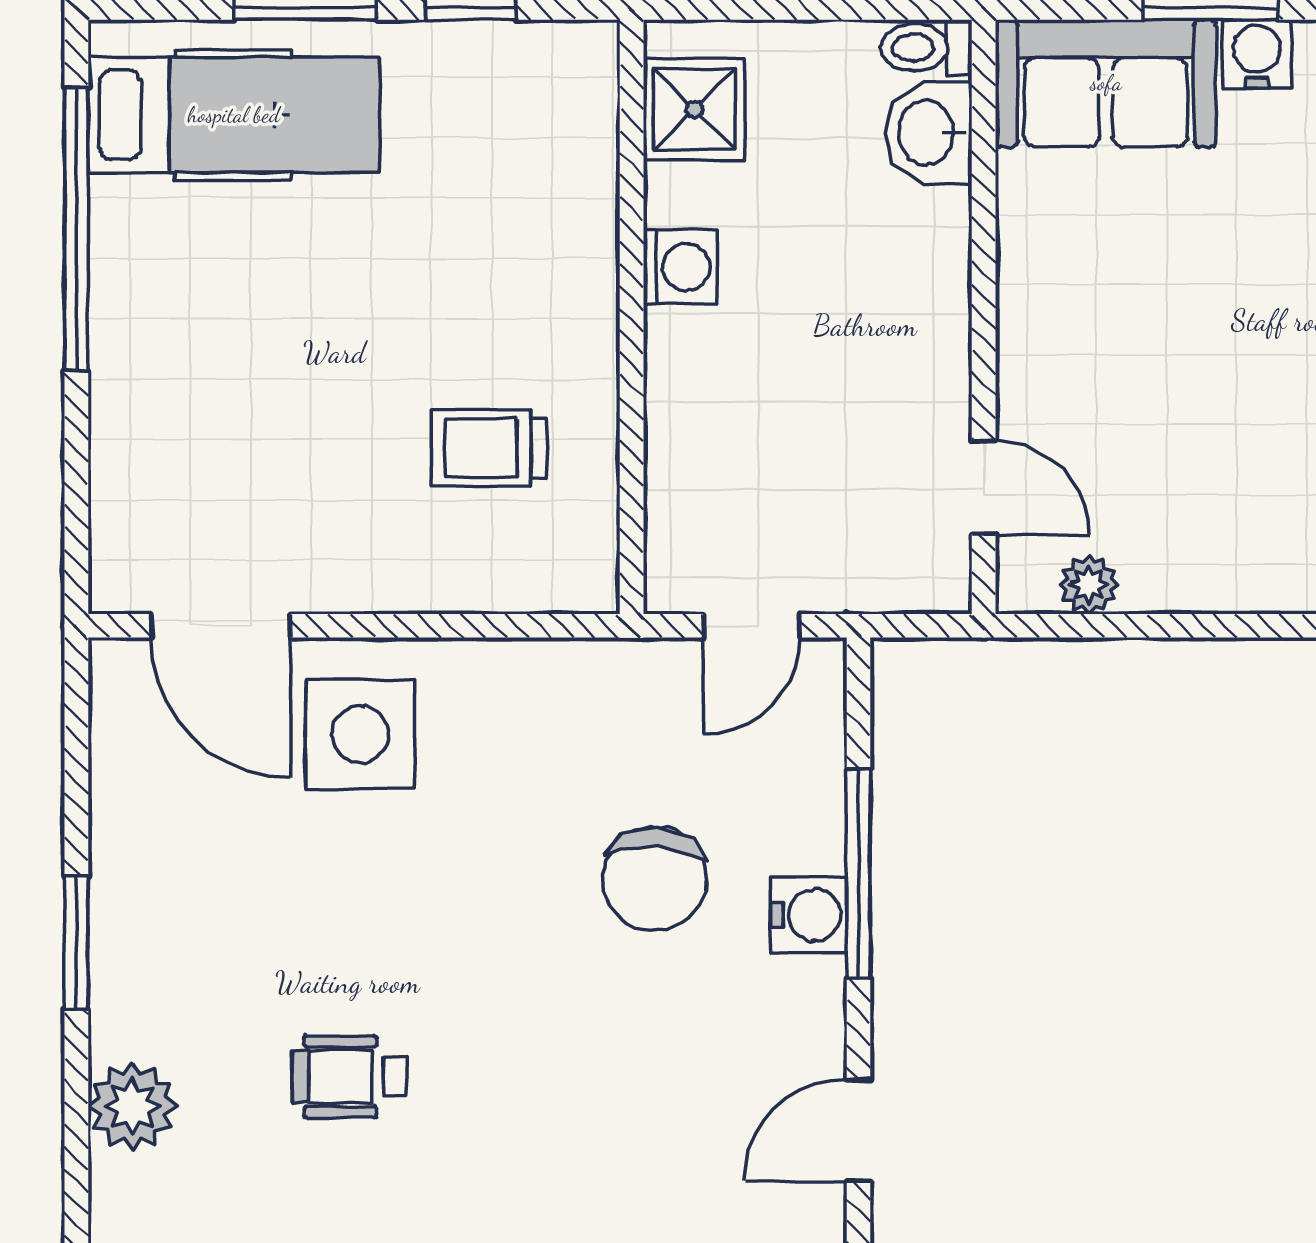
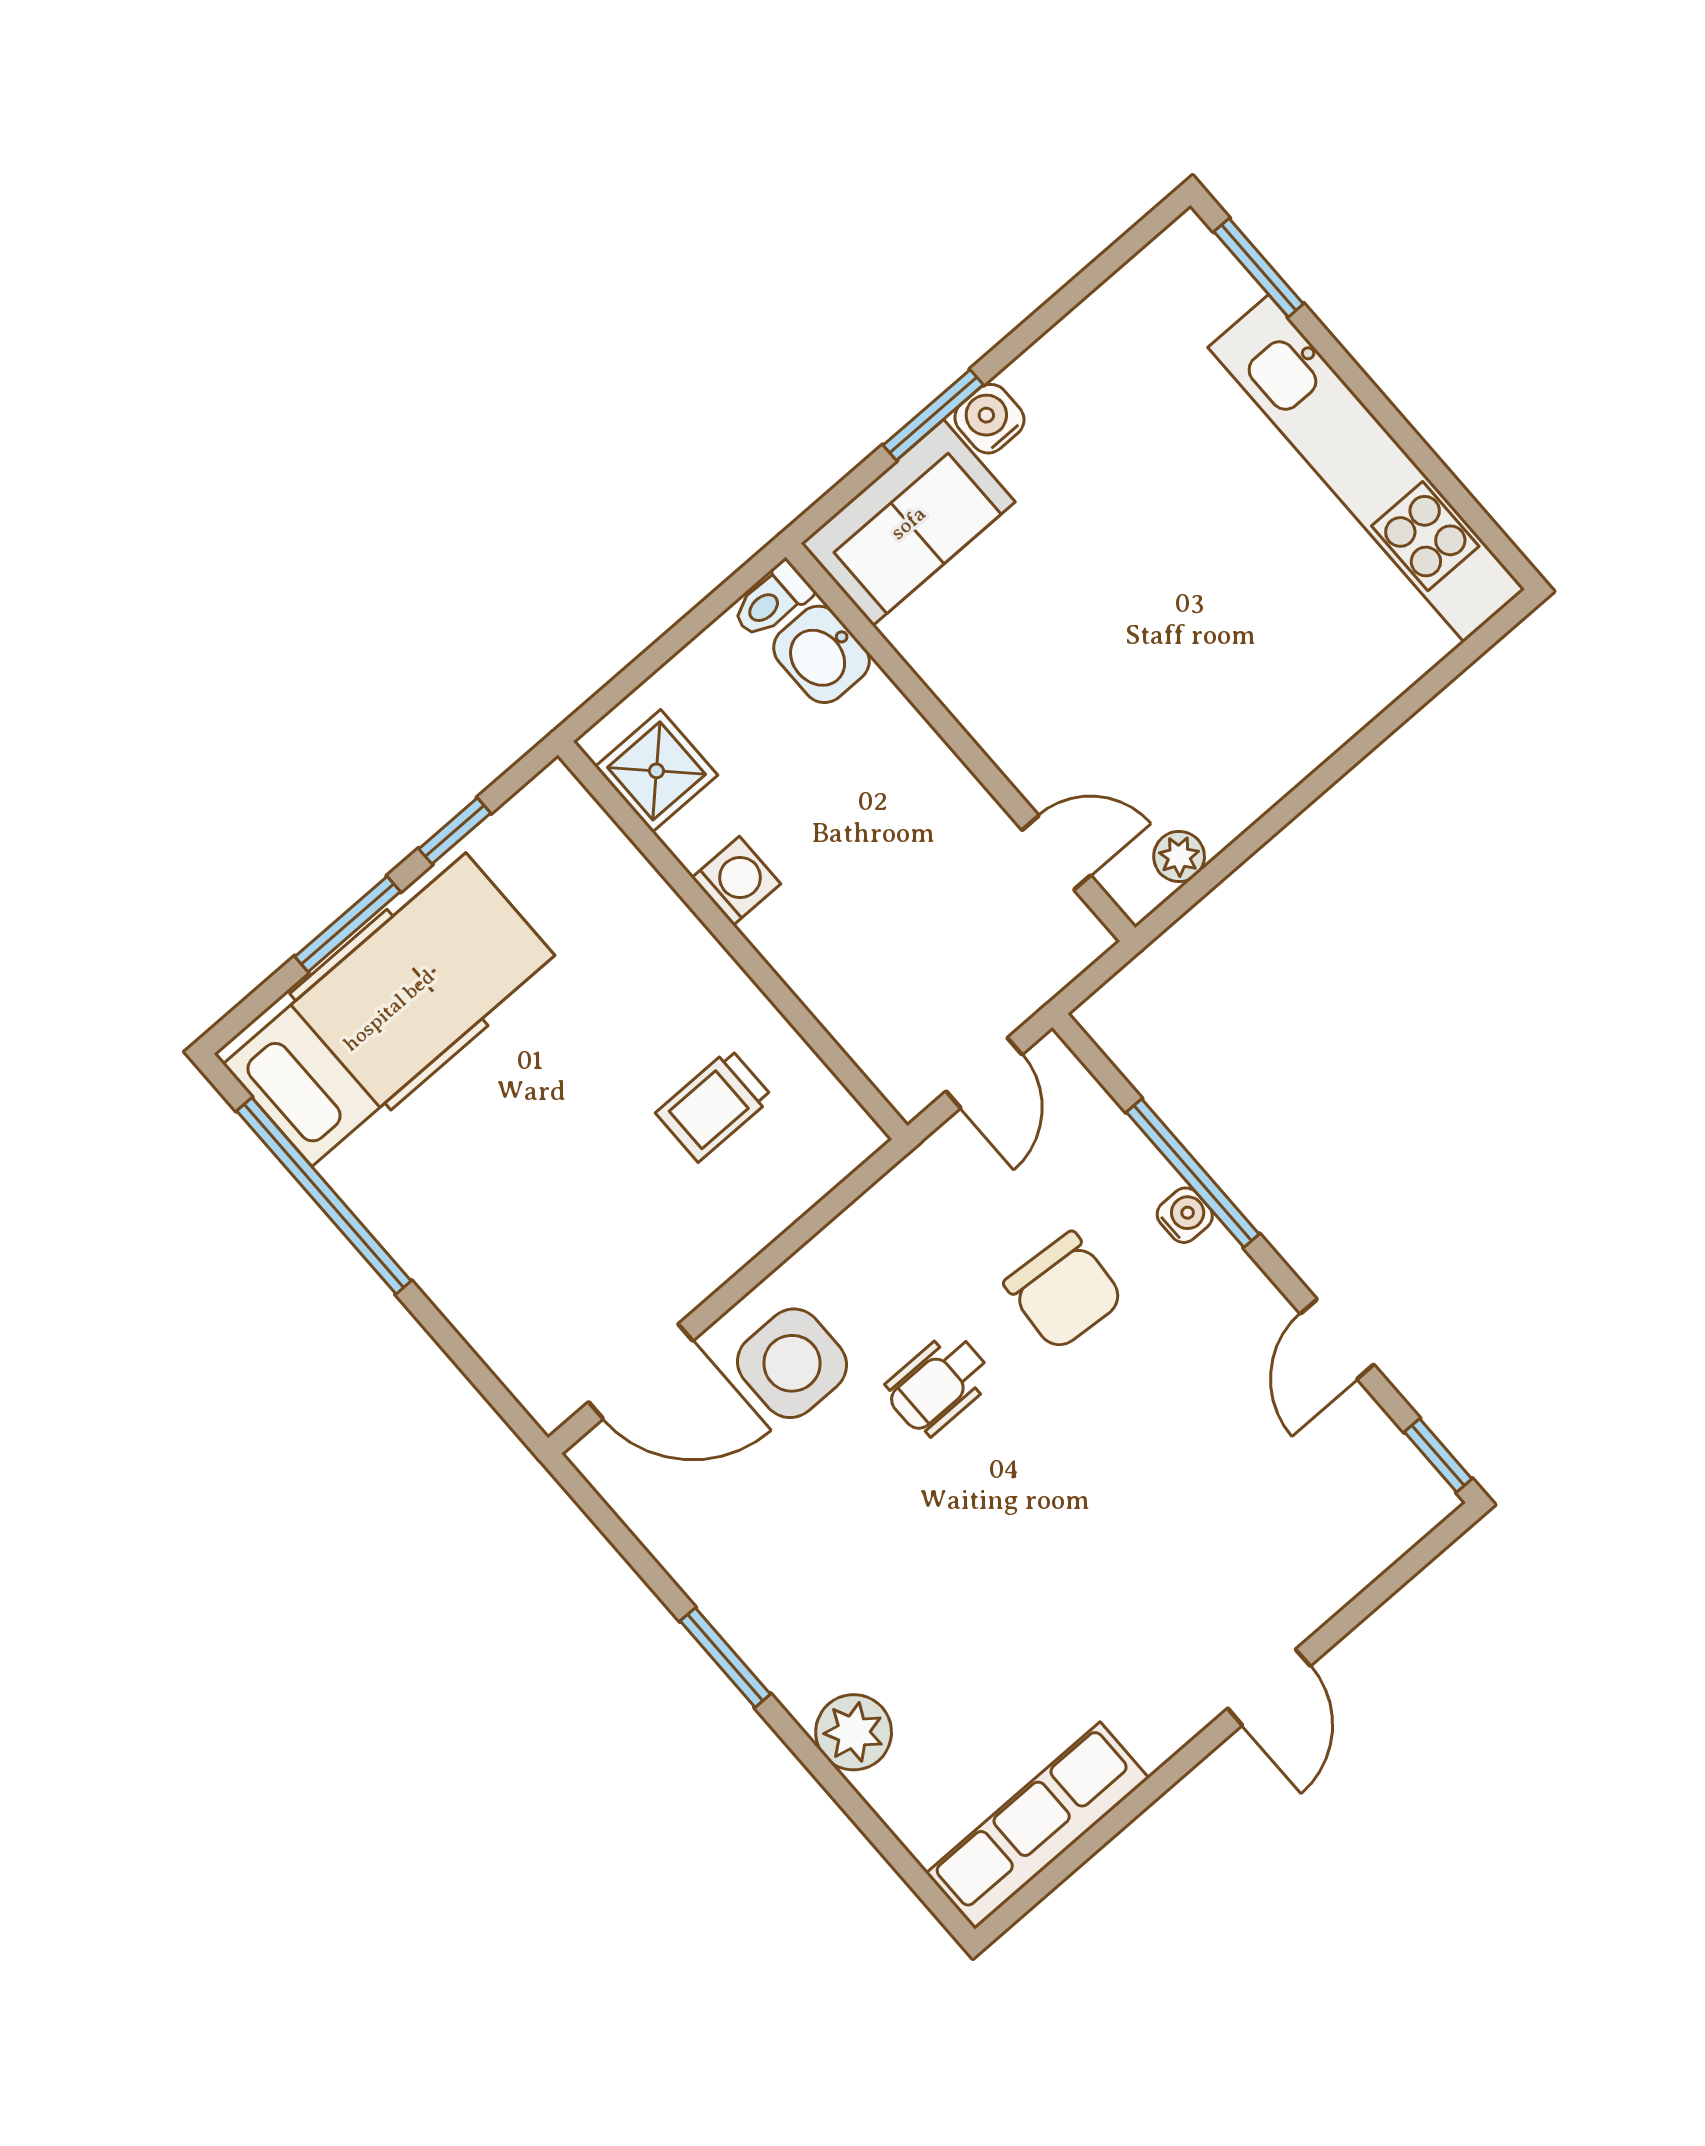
hospital bed: (234, 115) -> (389, 1010), width x1.37, depth x1.29
water cooler: (809, 915) -> (1185, 1215), width x0.72, depth x0.72
wheelchair: (349, 1077) -> (938, 1384), moved

